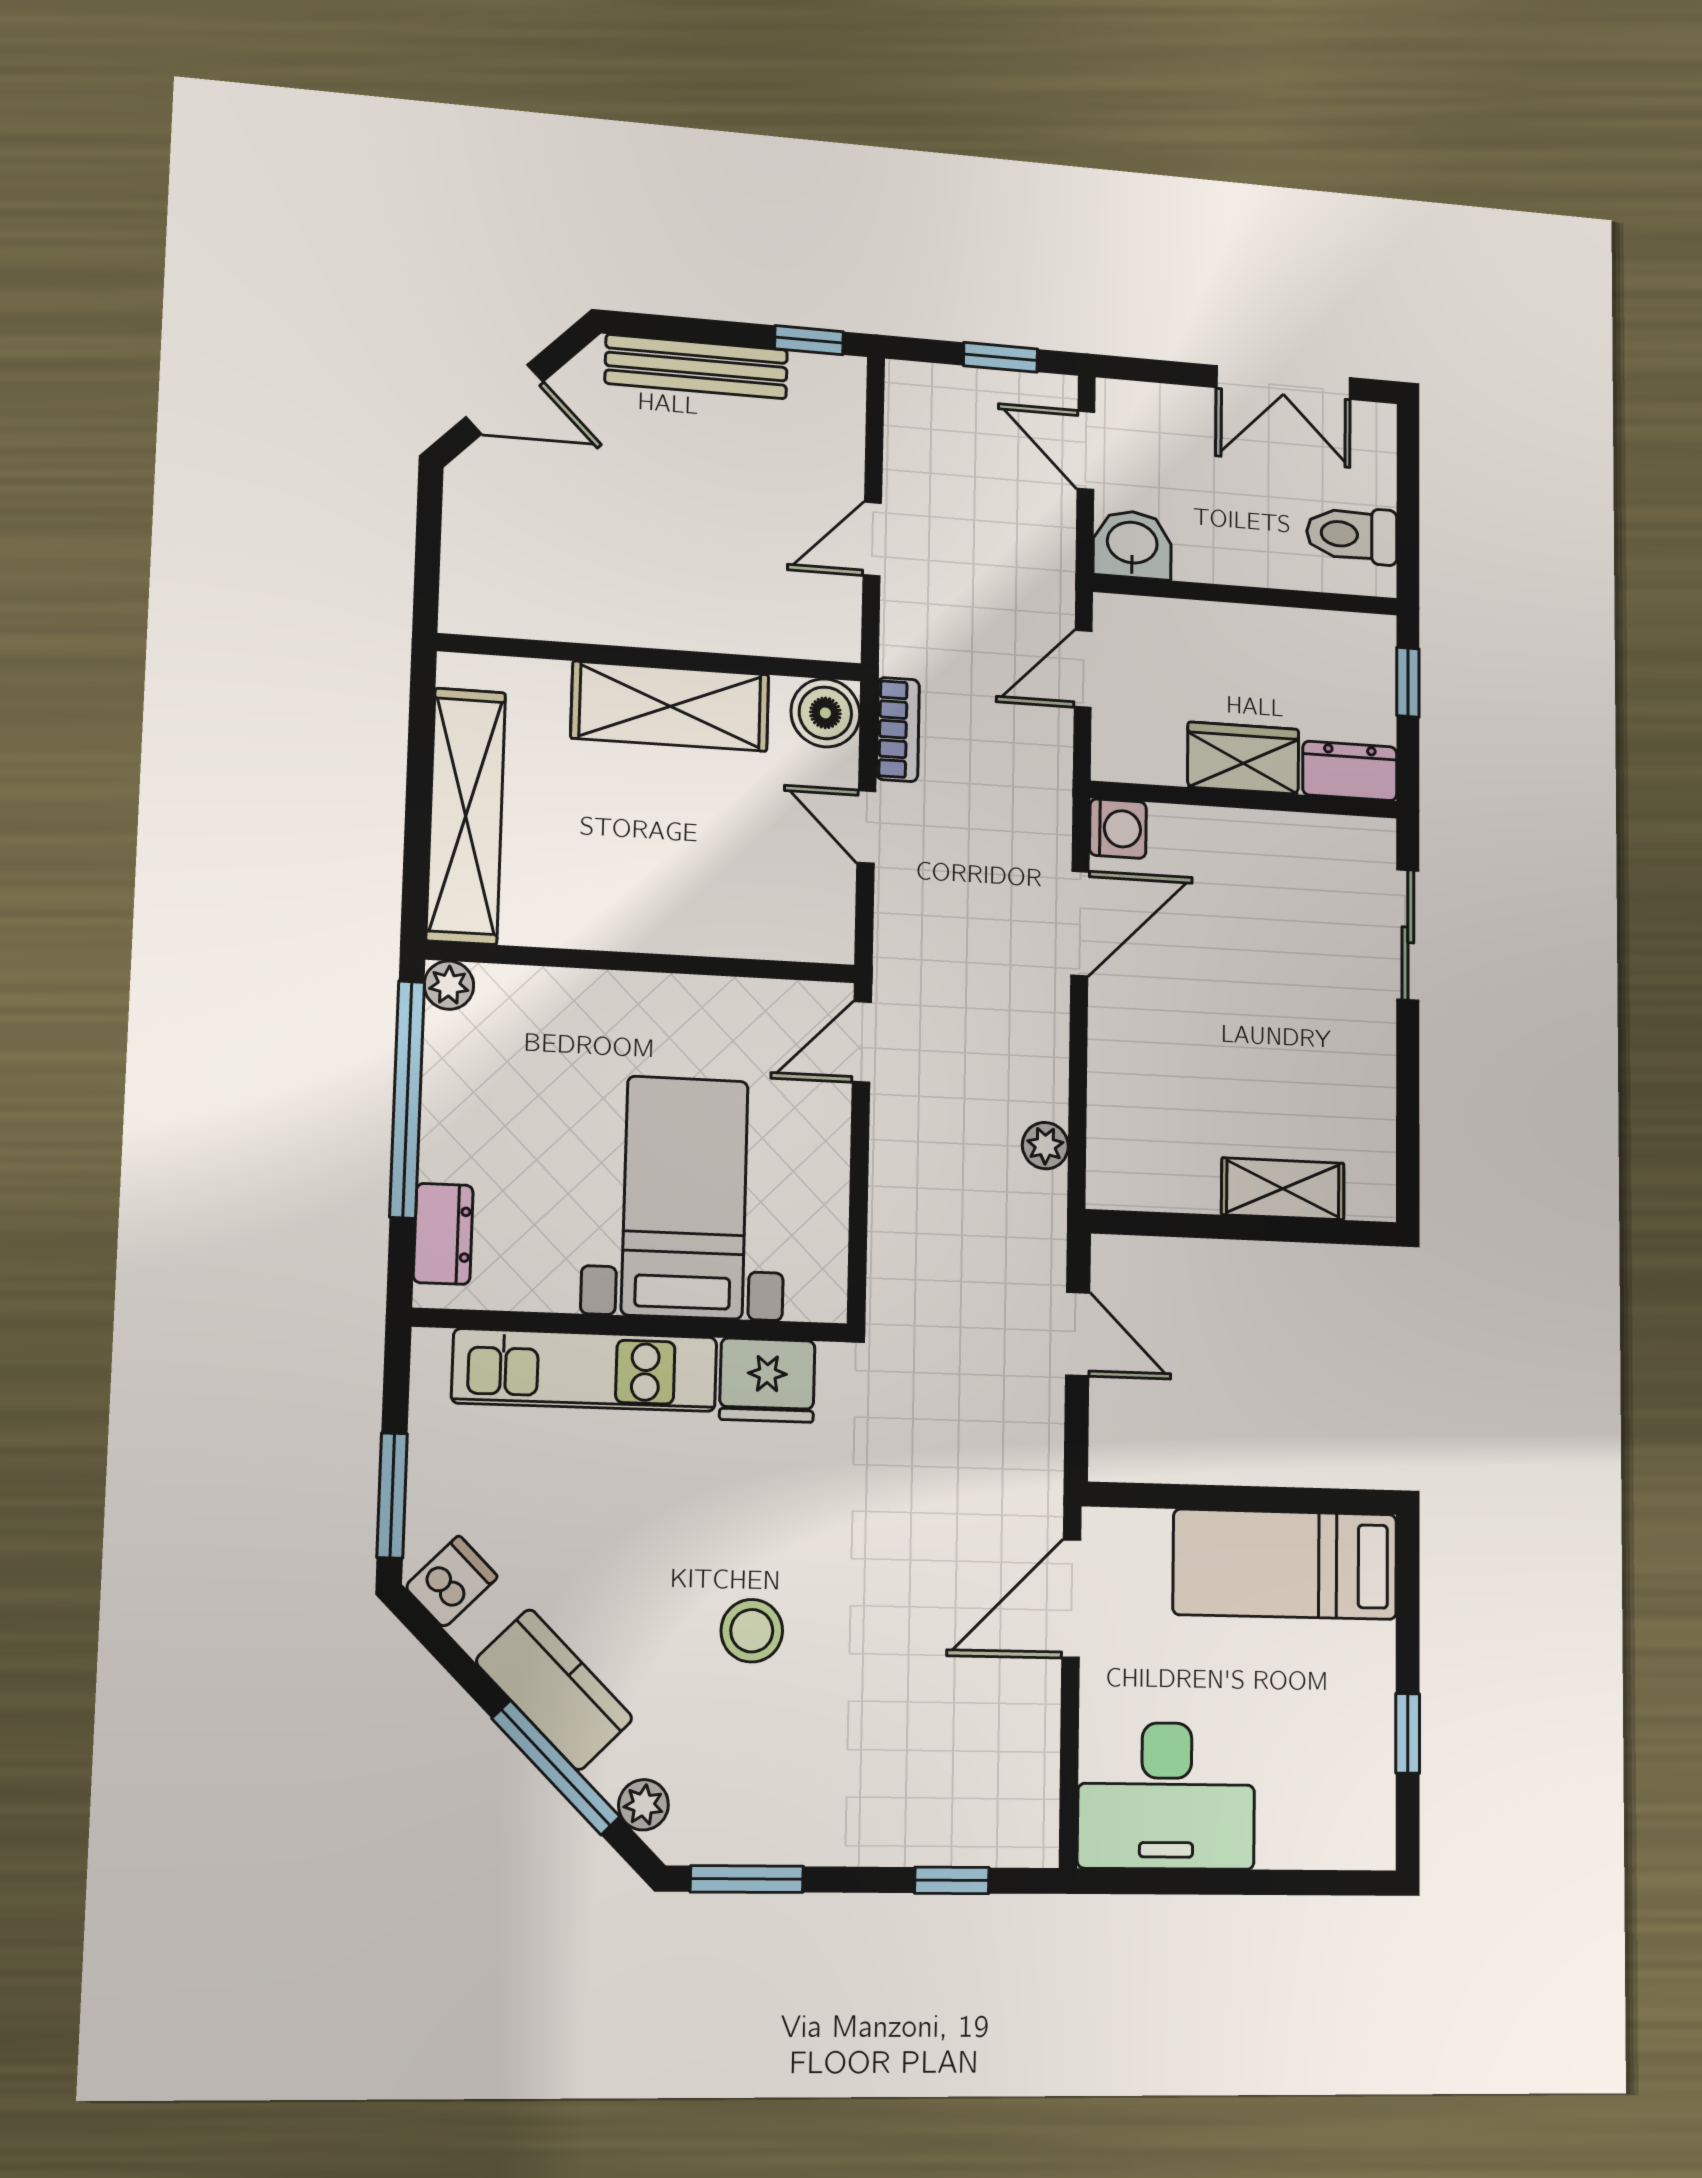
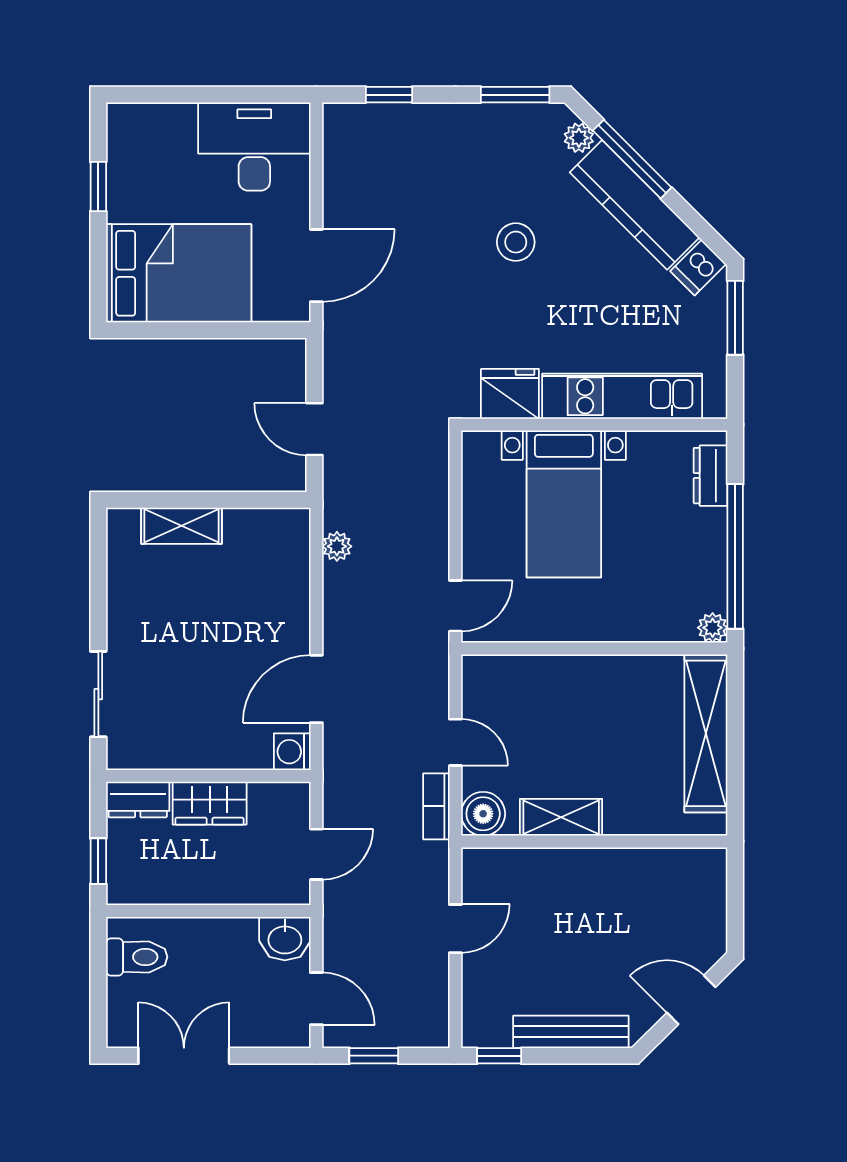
shelving: (670, 706) -> (561, 817), width x0.67, depth x0.75
bed: (1285, 1564) -> (179, 273), width x1.50
kitchen counter: (554, 1690) -> (635, 205), width x1.50

